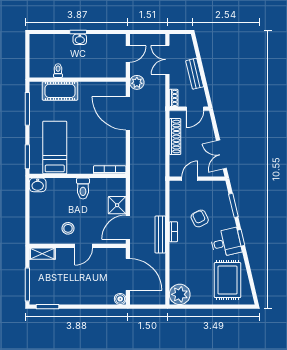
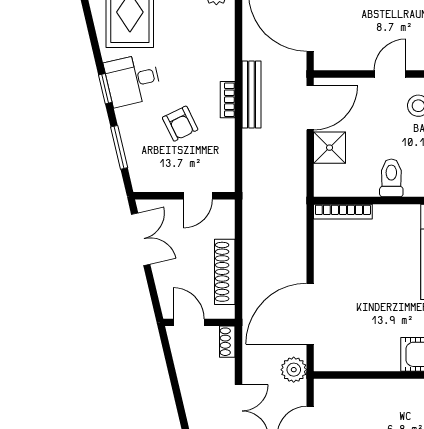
bench: (195, 74) -> (189, 385), removed
door: (195, 109) -> (189, 322), hinge flipped
door: (128, 113) -> (310, 314), swing flipped

